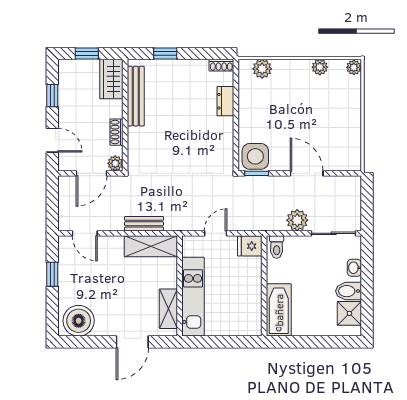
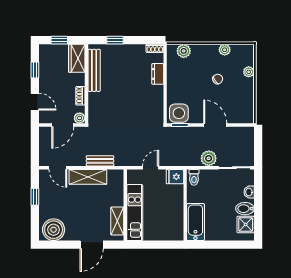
plant: (354, 67) -> (249, 72), moved
chair: (310, 108) -> (218, 79), added
shelving: (151, 246) -> (88, 177), moved

